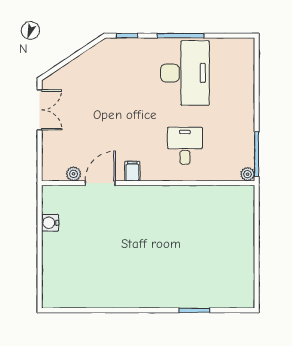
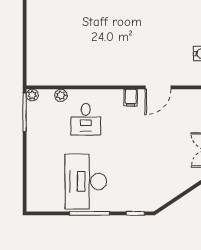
plant: (74, 174) -> (61, 95), moved

